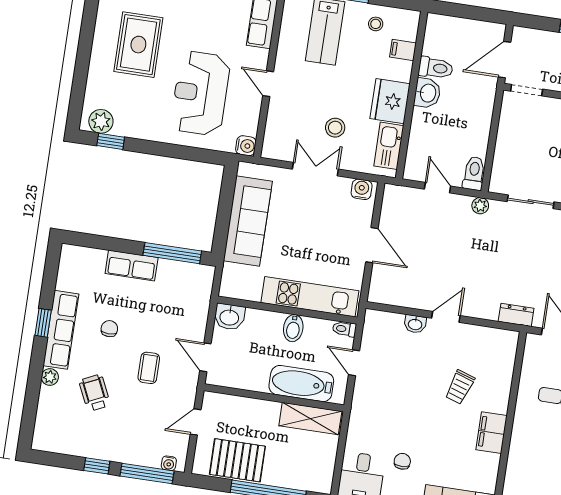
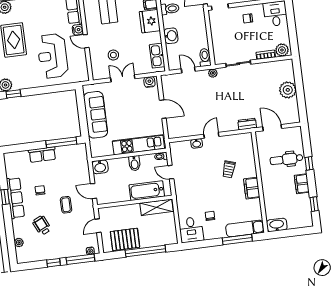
washbasin: (427, 93) -> (171, 36), moved
fridge: (390, 101) -> (150, 21), moved
stool: (335, 128) -> (113, 55), moved
water cooler: (246, 146) -> (78, 30), moved
plant: (50, 377) -> (19, 242), moved

